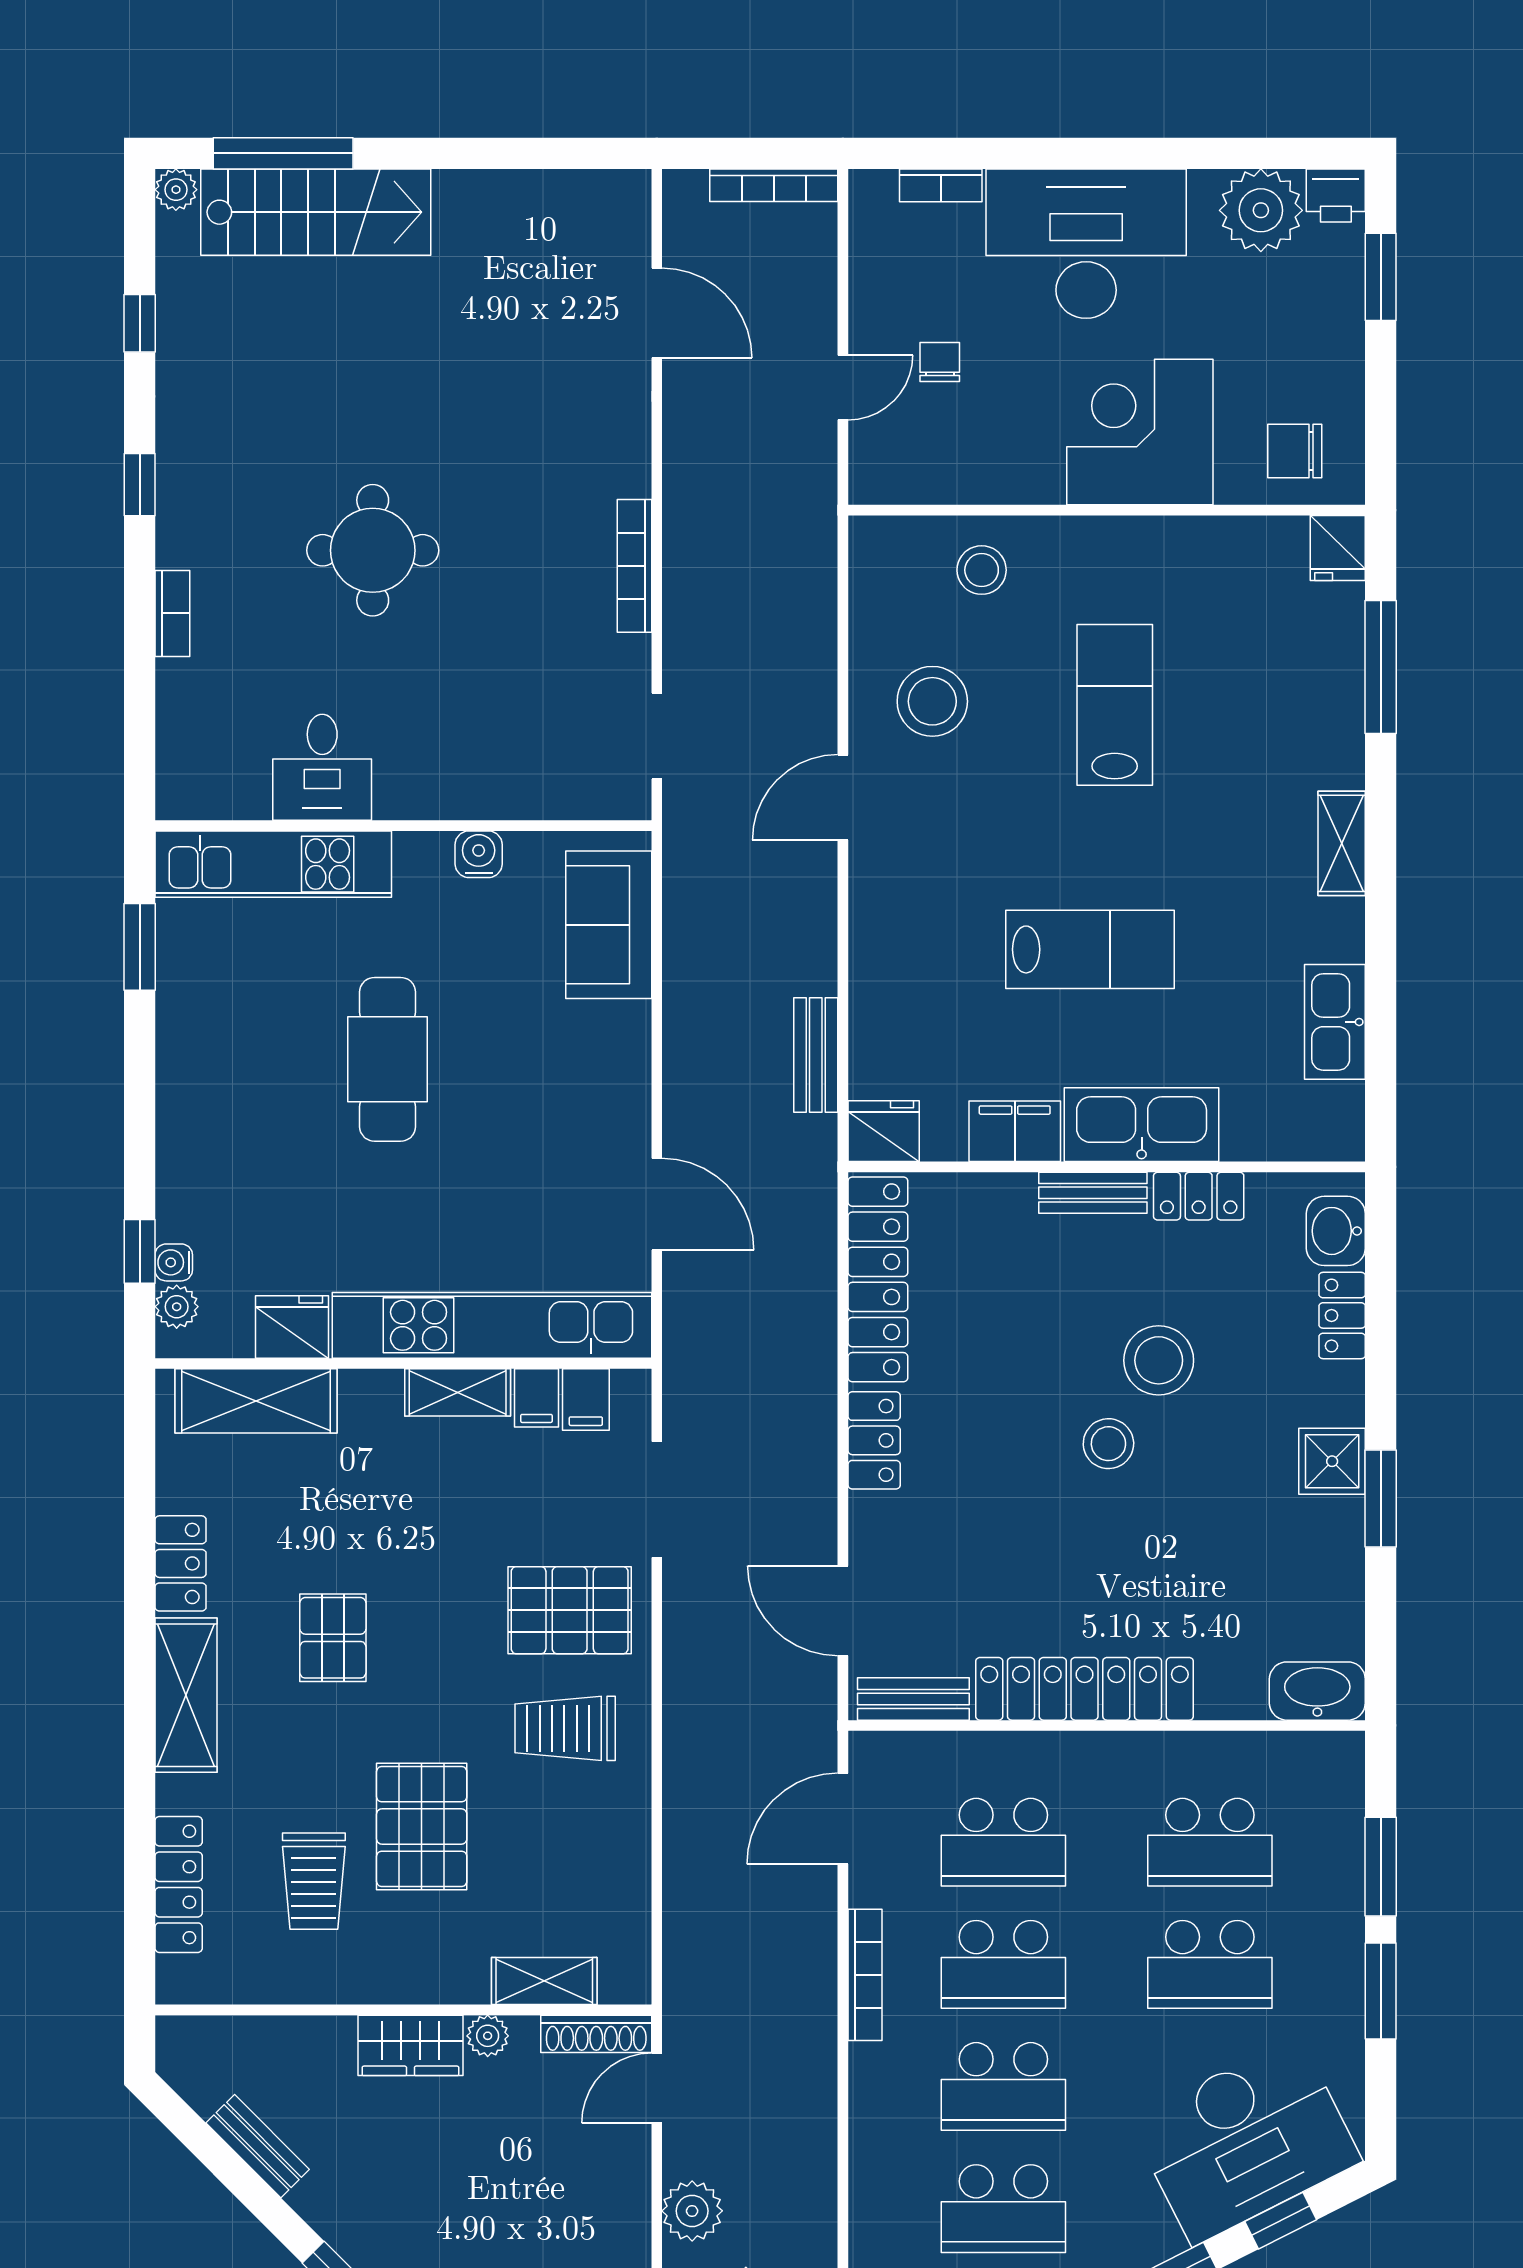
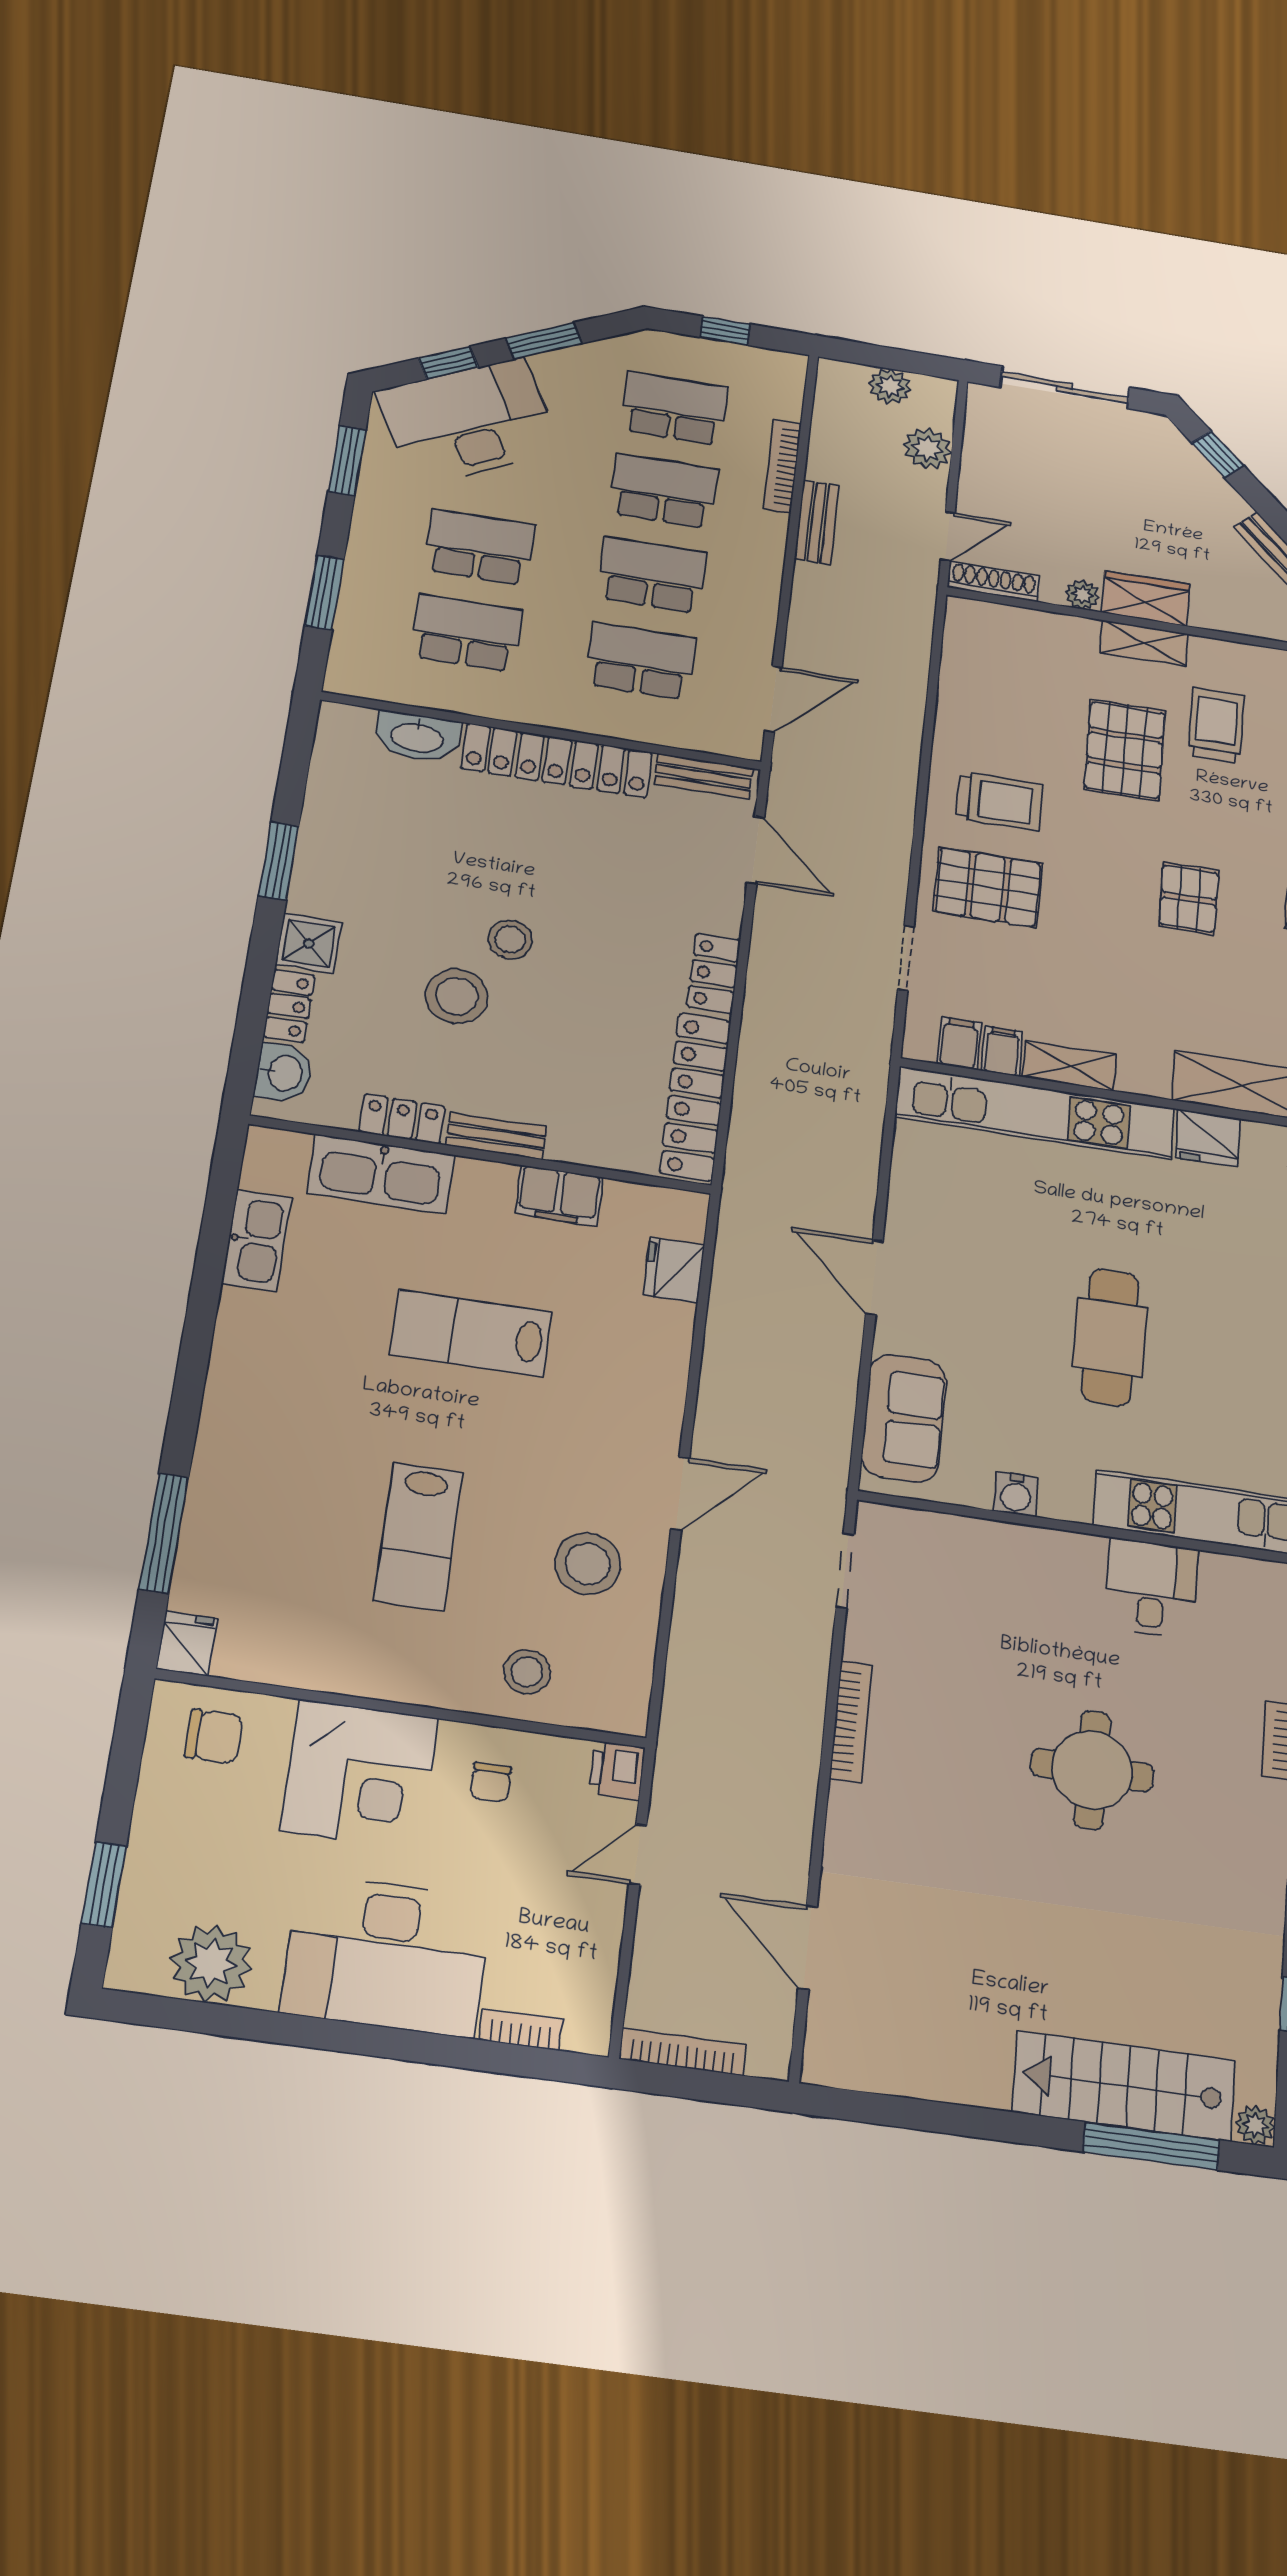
printer: (1336, 196) -> (617, 1770), moved, turned -90
chair: (940, 362) -> (491, 1782), moved
shelving: (1342, 843) -> (226, 1388), removed
bench: (816, 1055) -> (817, 522), moved
kitchen sink: (1142, 1125) -> (381, 1174), moved
fridge: (884, 1131) -> (674, 1270), moved, turned 90
door: (657, 1204) -> (874, 1277), moved
shower: (1332, 1461) -> (309, 943), moved
doorway: (657, 1500) -> (906, 958), width x0.73
washbasin: (1317, 1691) -> (417, 737), moved
bookcase: (865, 1975) -> (782, 466), moved
shelving: (544, 1981) -> (1144, 643), moved
window: (1381, 1991) -> (347, 461), moved

